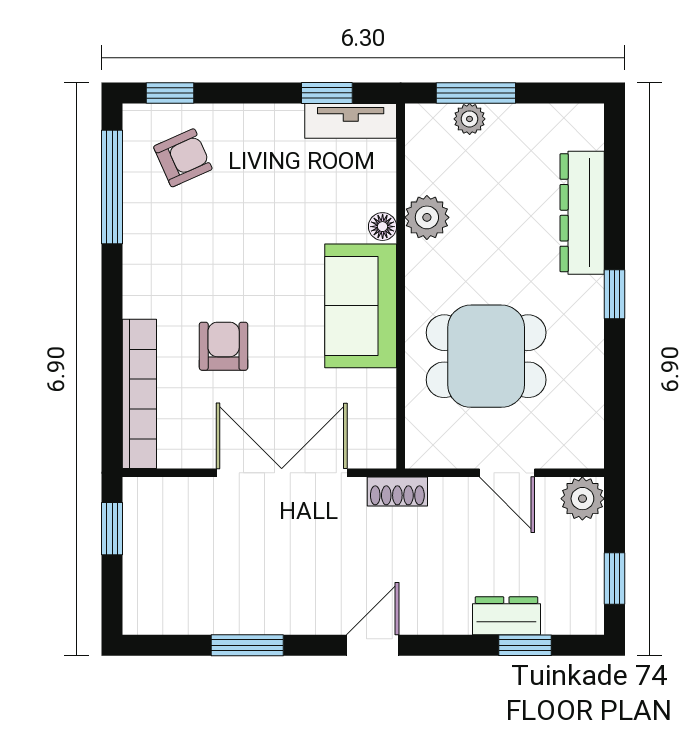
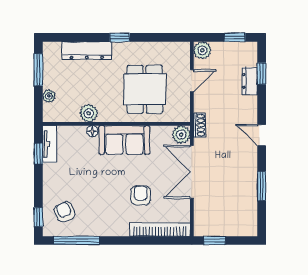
window: (476, 93) -> (38, 70), moved
armchair: (224, 346) -> (141, 195), turned 90
plant: (374, 446) -> (181, 135), added

